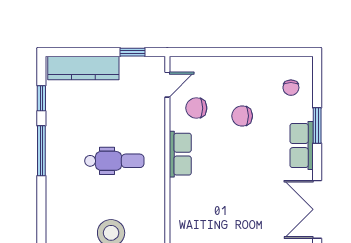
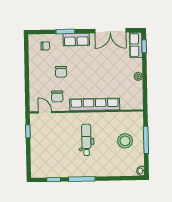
kitchen counter: (83, 68) -> (37, 157), removed
row of seats: (180, 154) -> (95, 104), width x2.02

